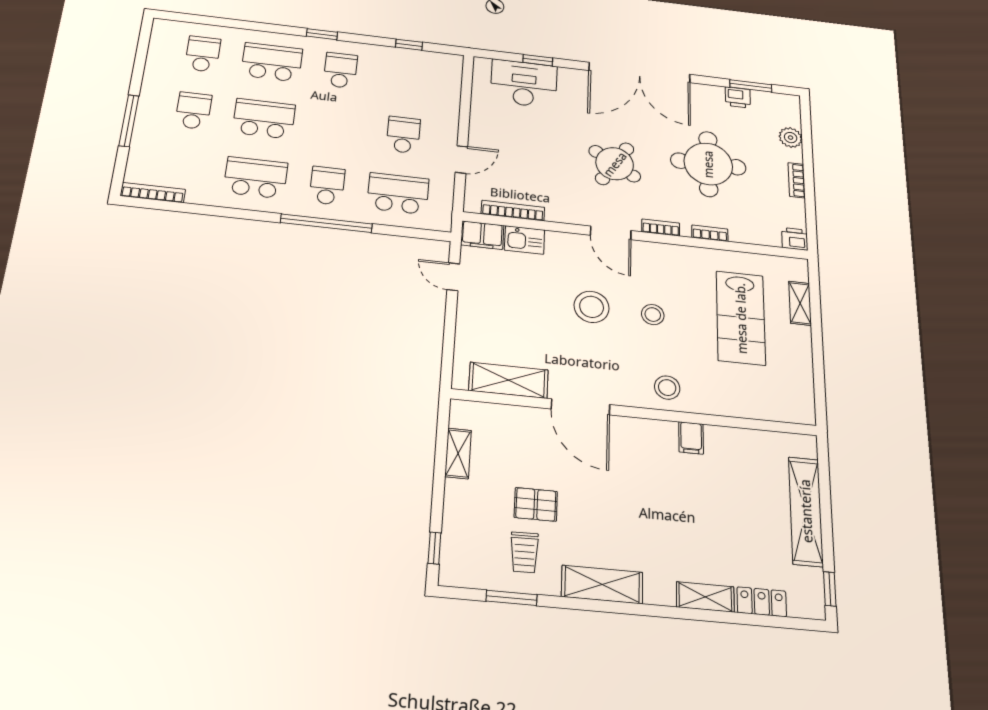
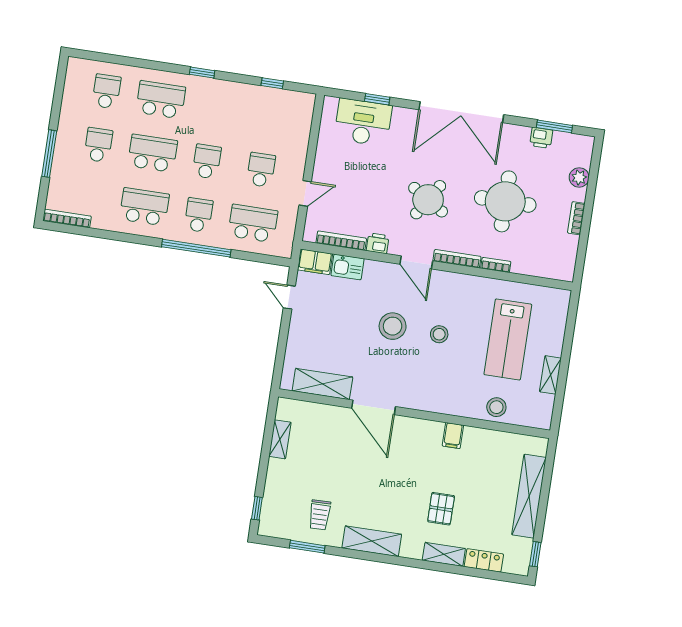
school desk: (340, 70) -> (207, 162), moved
bookcase: (661, 227) -> (457, 259), width x1.56
printer: (795, 239) -> (378, 243), moved
shelving: (800, 303) -> (550, 375), moved
stool: (667, 388) -> (496, 407), moved
pallet: (536, 504) -> (441, 509), moved, turned 90

